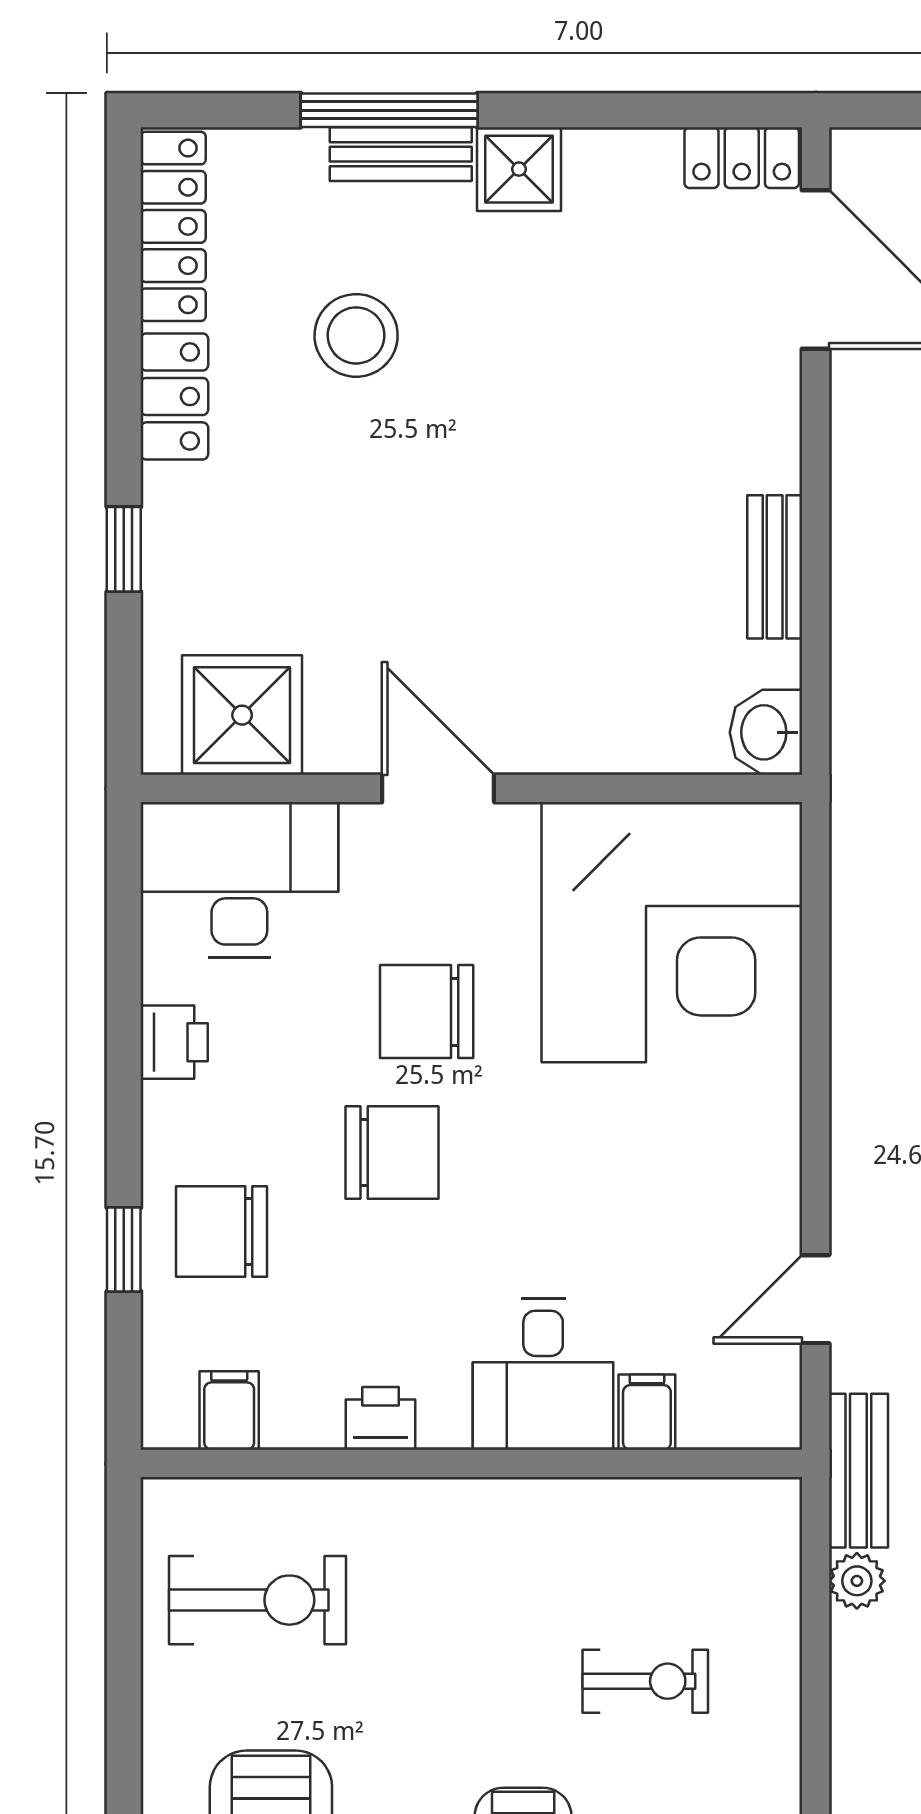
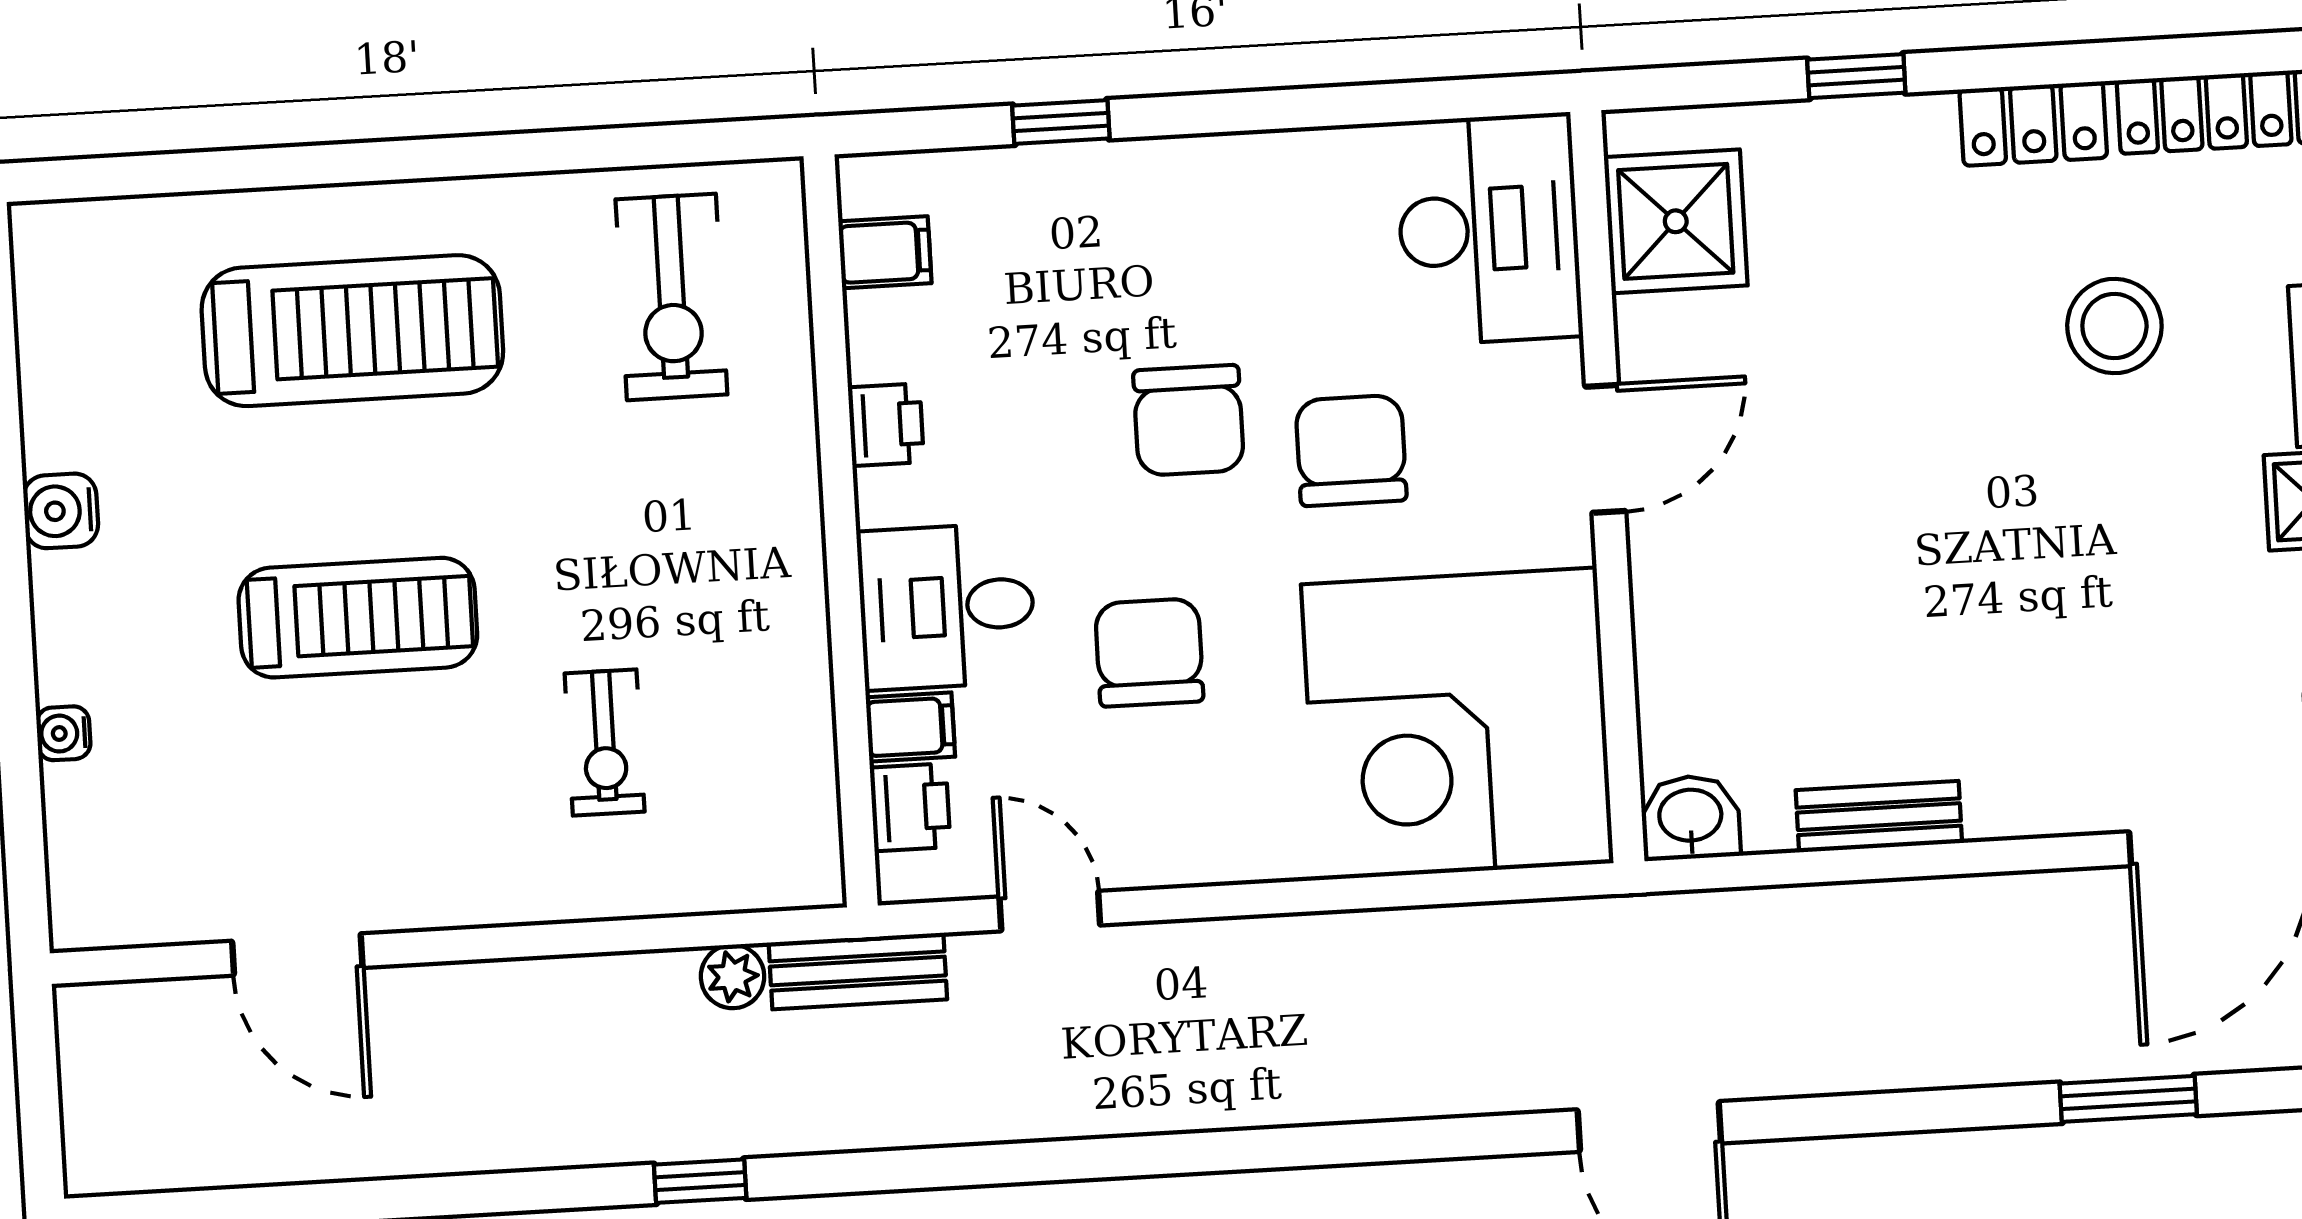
printer: (174, 1042) -> (910, 807), moved, turned -90
chair: (222, 1231) -> (1149, 652), moved

